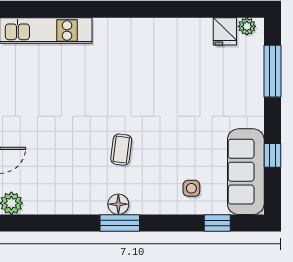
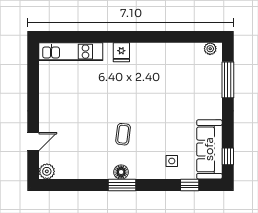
fridge: (225, 31) -> (121, 52), moved
window: (272, 155) -> (228, 156), moved

